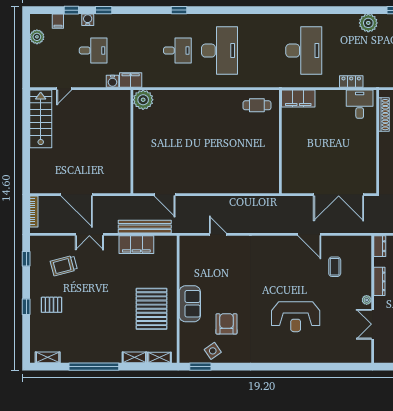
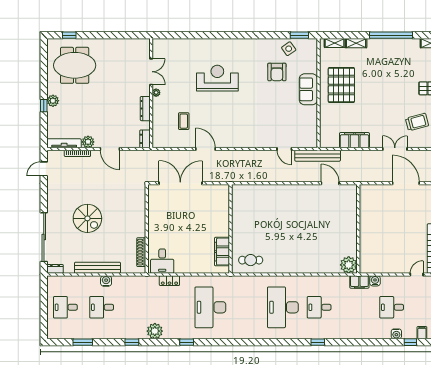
window: (104, 10) -> (187, 342), moved
filing cabinet: (298, 98) -> (222, 252), moved, turned -90
bench: (145, 227) -> (318, 156), moved

